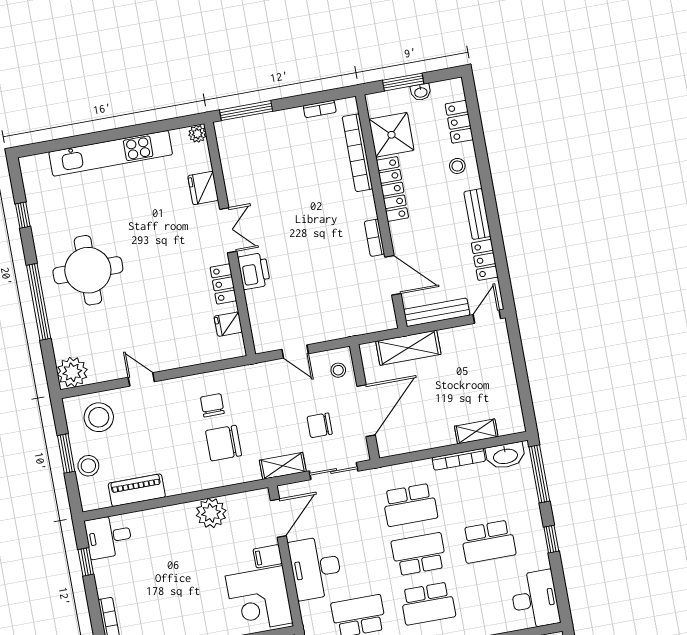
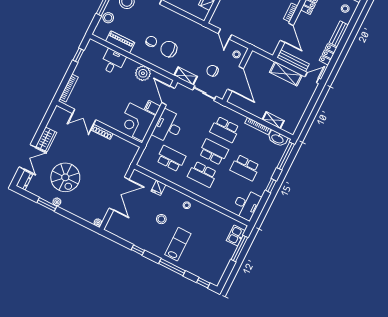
shelving: (408, 348) -> (286, 74), moved
chair: (212, 405) -> (151, 42), moved
door: (366, 411) -> (235, 79), hinge flipped
door: (278, 518) -> (168, 95), swing flipped
desk: (109, 537) -> (113, 62), moved, turned 90

